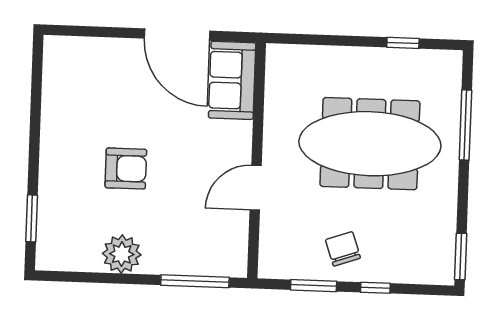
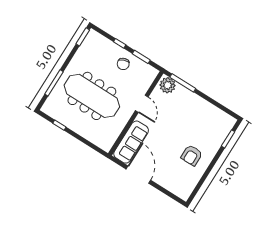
sofa: (232, 80) -> (131, 142), width x1.36
armchair: (126, 168) -> (192, 155), moved, turned -90
door: (256, 188) -> (142, 104), hinge flipped
plant: (122, 254) -> (168, 85), moved

